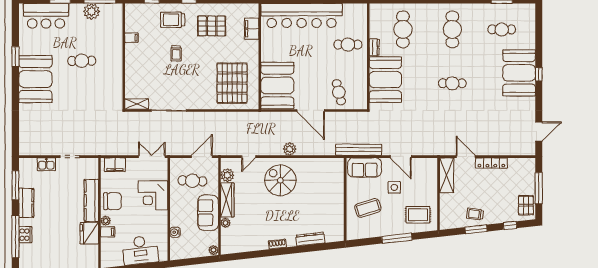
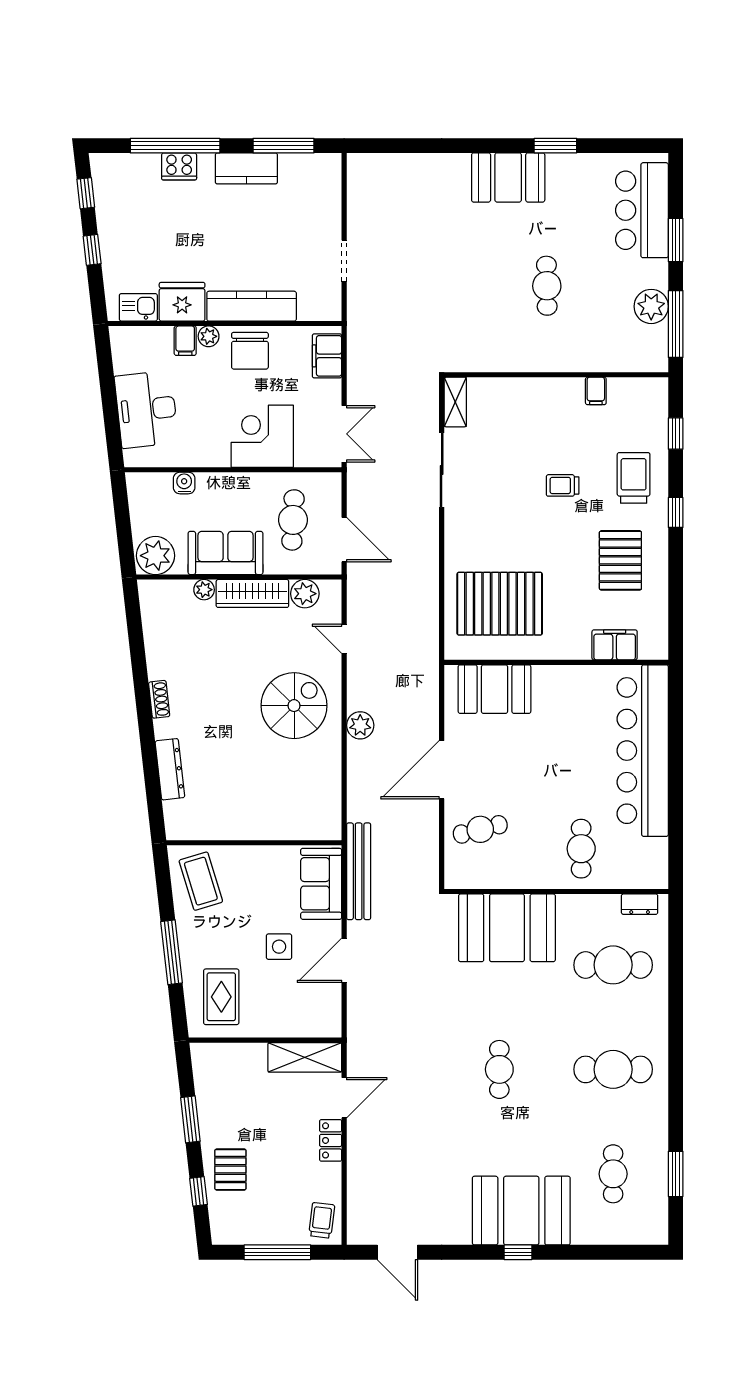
dresser: (374, 47) -> (640, 904), moved
booth: (35, 79) -> (508, 177), width x0.73, depth x0.70
booth: (277, 86) -> (494, 689), width x0.73, depth x0.70
locker: (491, 163) -> (331, 1140), width x0.66
kitchen sink: (46, 164) -> (138, 307), moved, turned 90
pallet: (526, 205) -> (230, 1170), moved, turned 90
coffee table: (368, 208) -> (201, 881), moved
trolley: (475, 214) -> (322, 1220), moved
plant: (214, 250) -> (155, 556), width x1.87, depth x1.87

